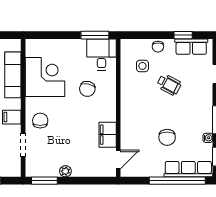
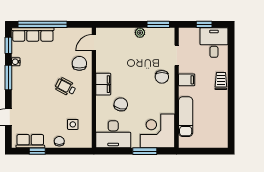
window: (95, 35) -> (145, 151), moved
desk: (101, 55) -> (113, 134), width x1.37
corner desk: (45, 77) -> (157, 131), moved, turned 90
wheelchair: (169, 85) -> (66, 87), moved
filing cabinet: (108, 135) -> (103, 84), moved
chair: (167, 137) -> (79, 63), moved

